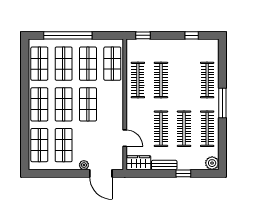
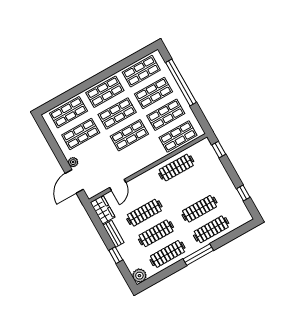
clothes rail: (161, 80) -> (200, 209), moved

